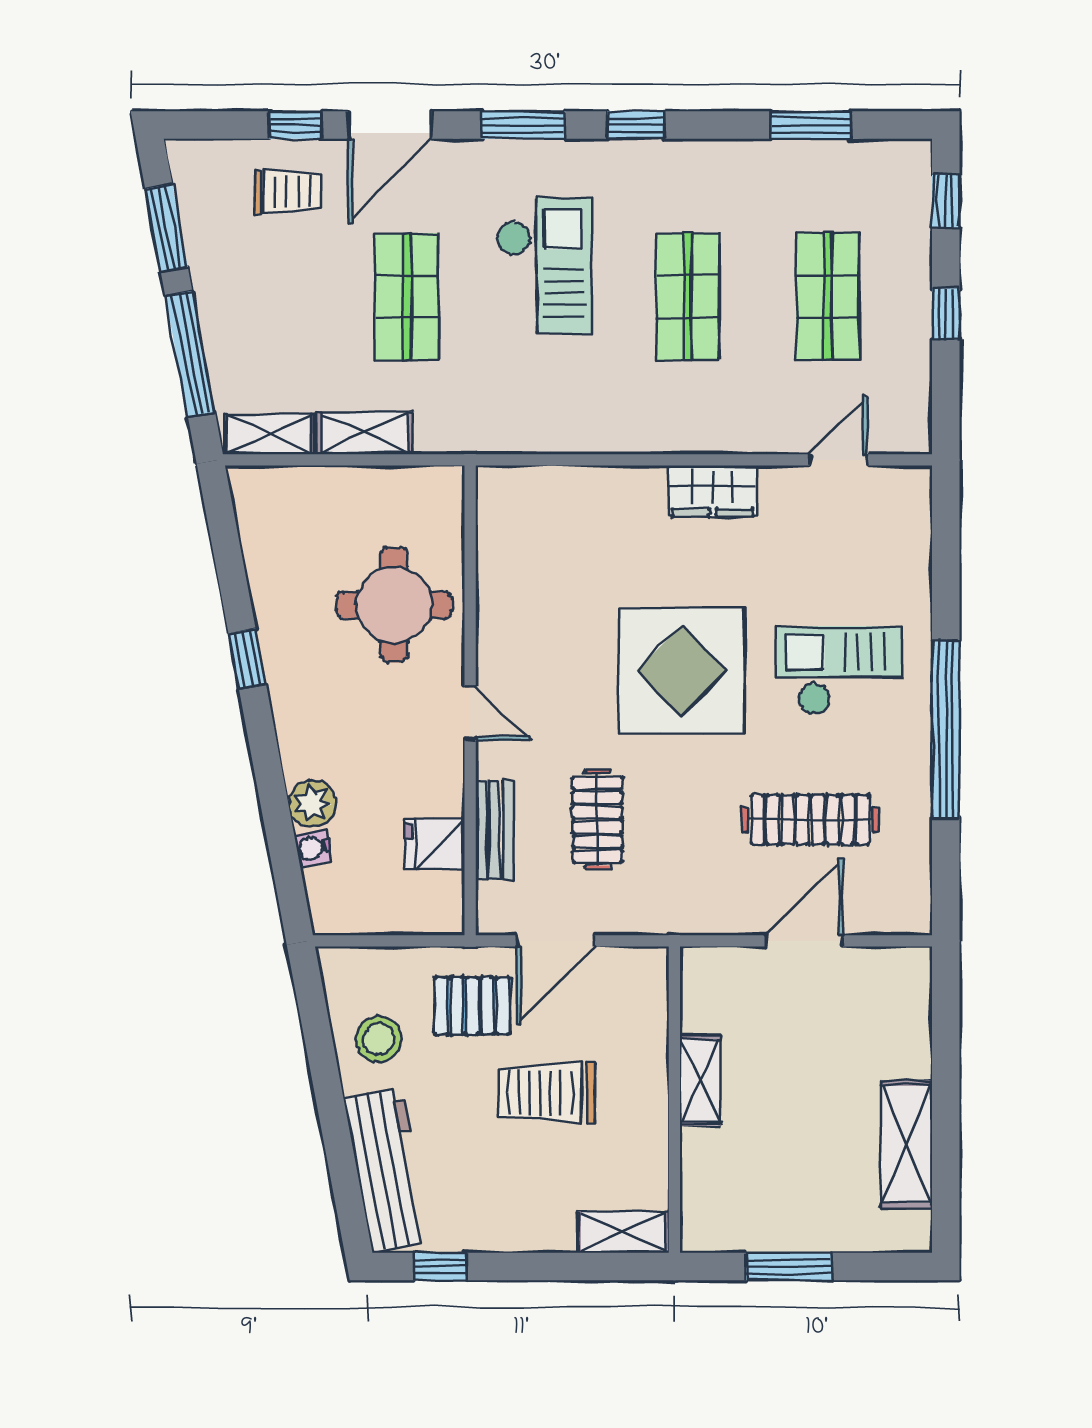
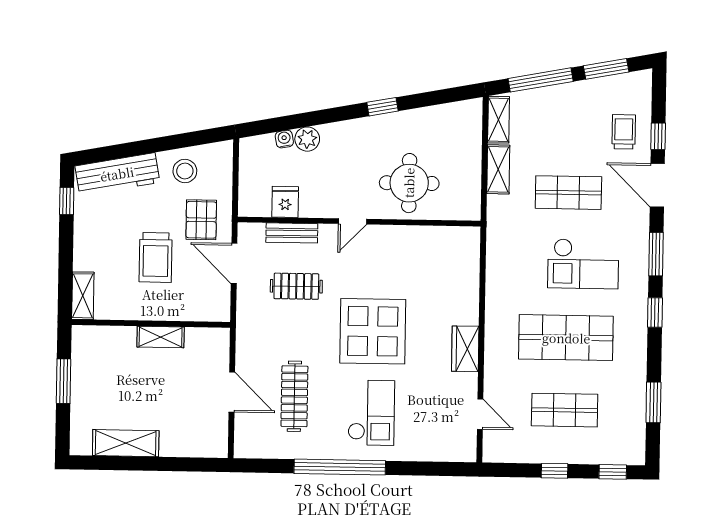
trolley: (288, 192) -> (624, 132), turned 180
shop shelf: (688, 297) -> (566, 338), width x1.43, depth x1.36
trolley: (547, 1093) -> (156, 257), turned 180

